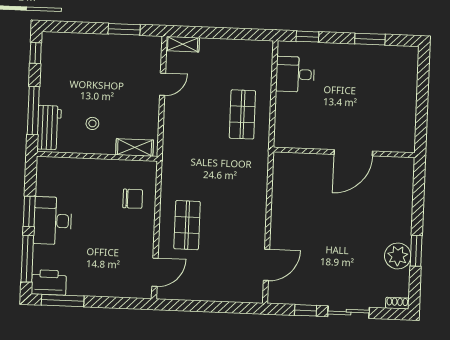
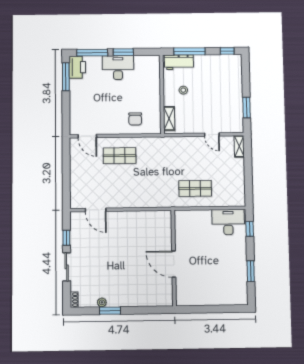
desk: (295, 74) -> (228, 222), width x1.37
plant: (398, 256) -> (102, 302), width x0.53, depth x0.53

